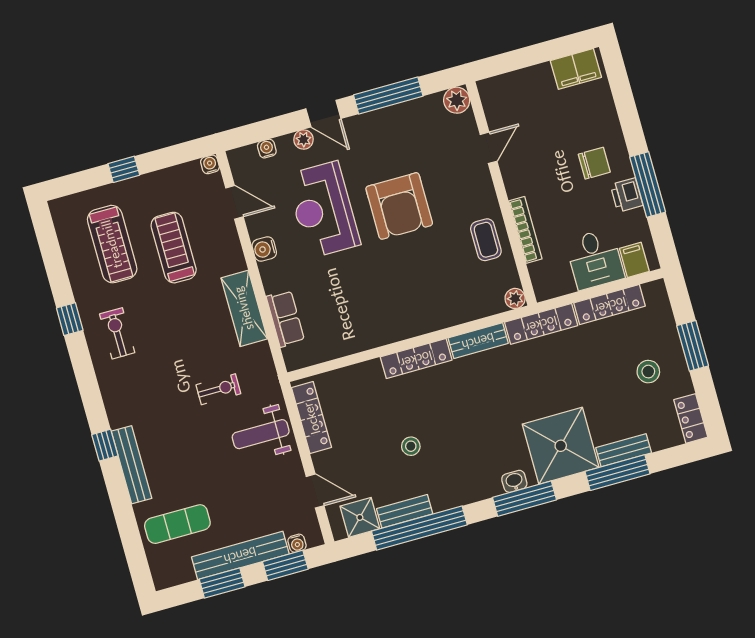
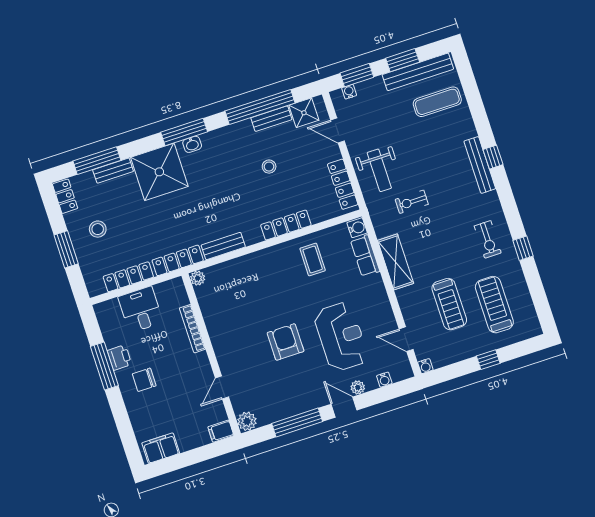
armchair: (399, 206) -> (286, 342), width x0.73, depth x0.73
coffee table: (486, 240) -> (313, 259), moved
water cooler: (264, 249) -> (357, 228), moved
filing cabinet: (634, 260) -> (221, 431), moved, turned 90
locker: (416, 359) -> (286, 225), moved
weight bench: (261, 434) -> (379, 170), turned 90
bench: (132, 465) -> (480, 165), moved
window: (618, 473) -> (97, 161), moved
bench: (240, 555) -> (418, 72), moved

